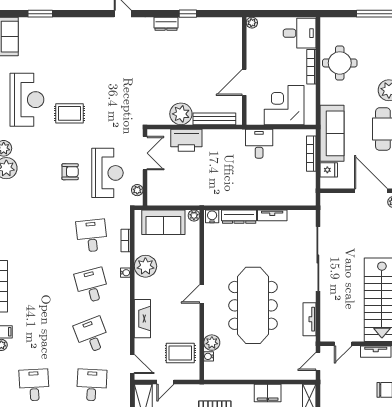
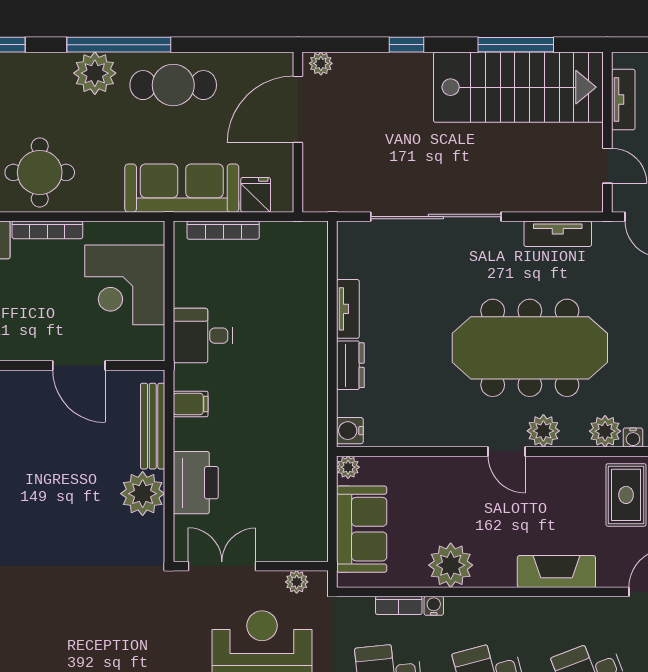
filing cabinet: (225, 138) -> (191, 404), added
dresser: (239, 217) -> (350, 365), width x0.70
water cooler: (125, 273) -> (434, 606), moved
plant: (212, 312) -> (543, 431), added

